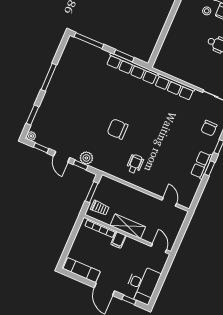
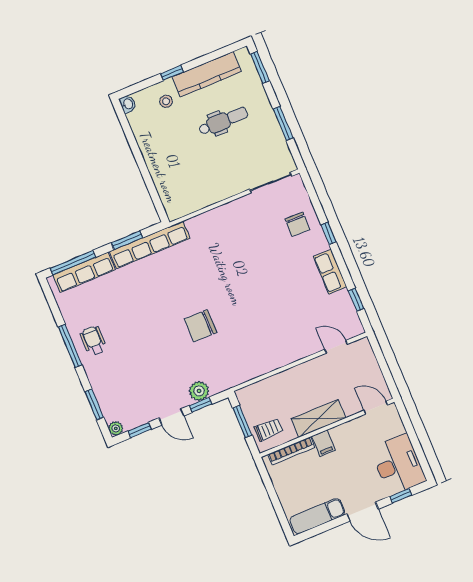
row of seats: (175, 87) -> (84, 272), moved
wheelchair: (135, 164) -> (93, 341), moved
window: (210, 168) -> (356, 300), moved

